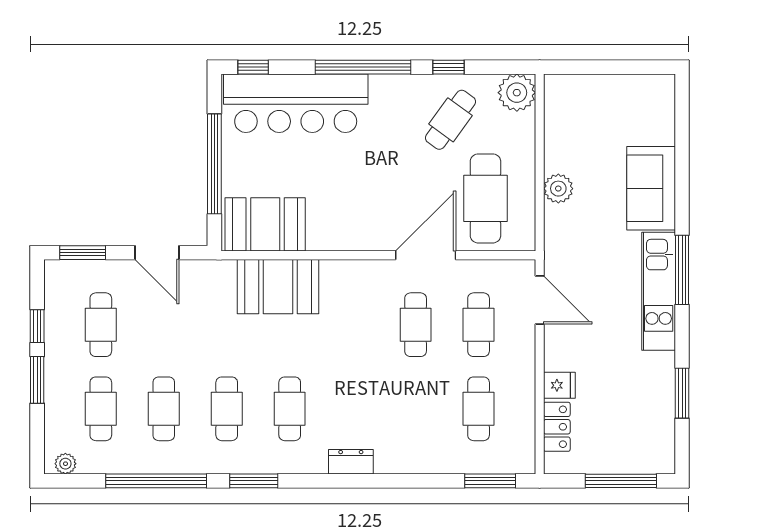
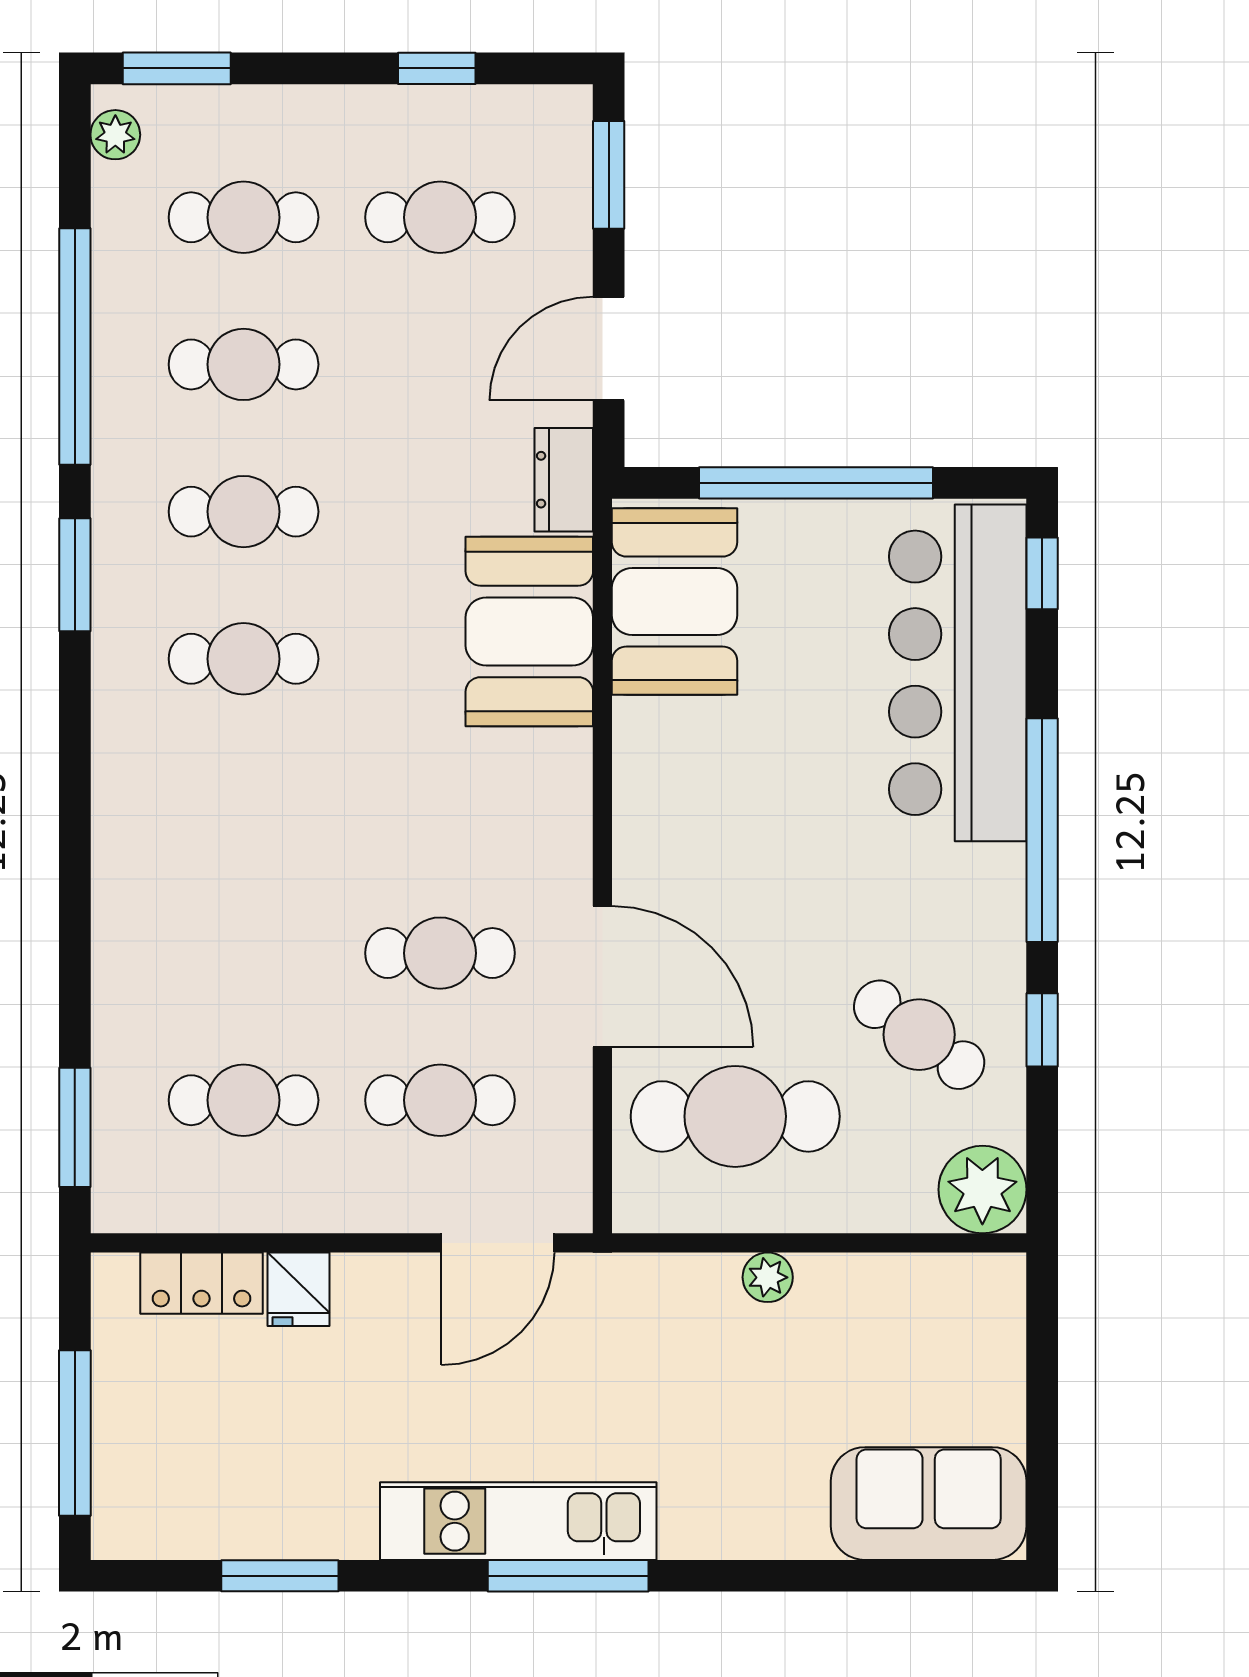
sofa: (651, 188) -> (929, 1504), moved
plant: (558, 189) -> (768, 1277), width x0.73, depth x0.73
window: (37, 380) -> (177, 68), moved
dresser: (351, 462) -> (564, 480), moved, turned 180

